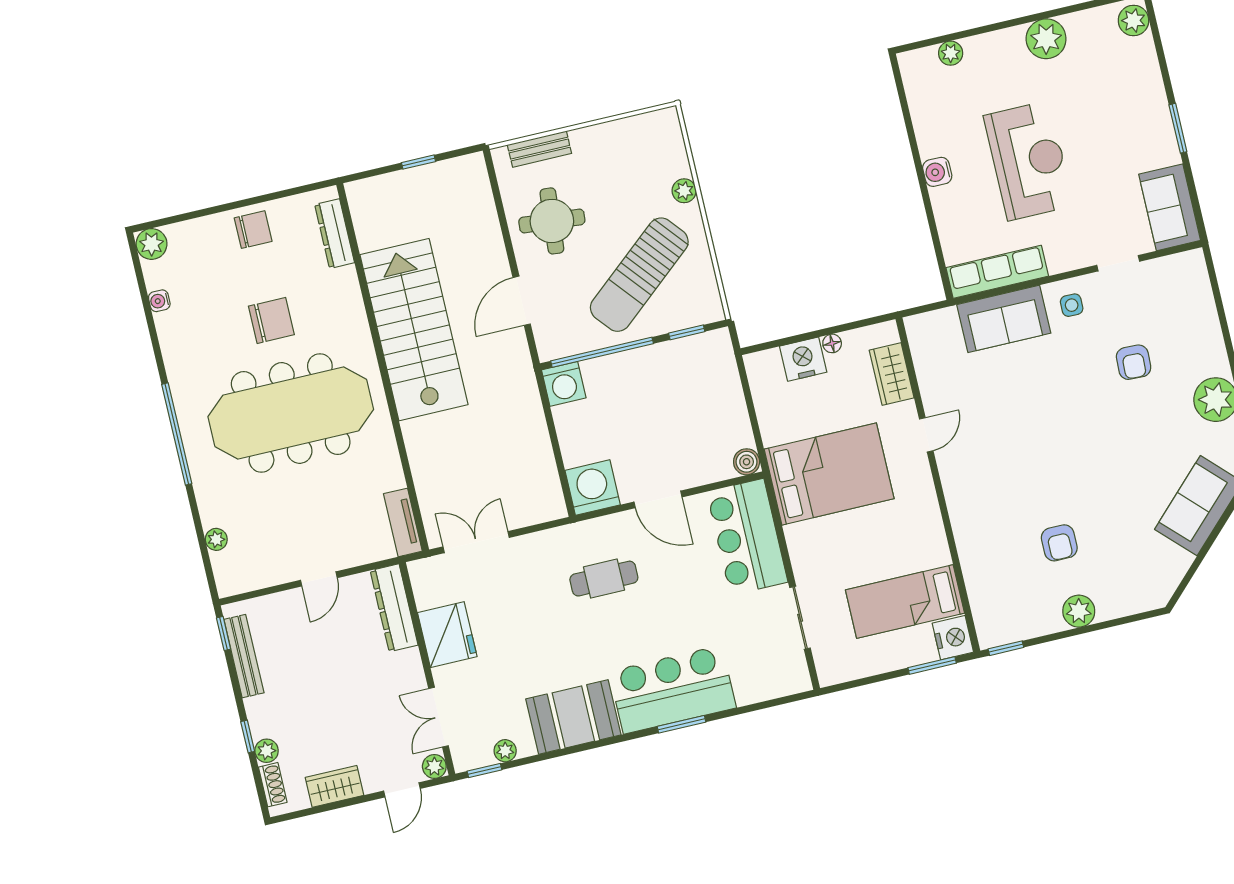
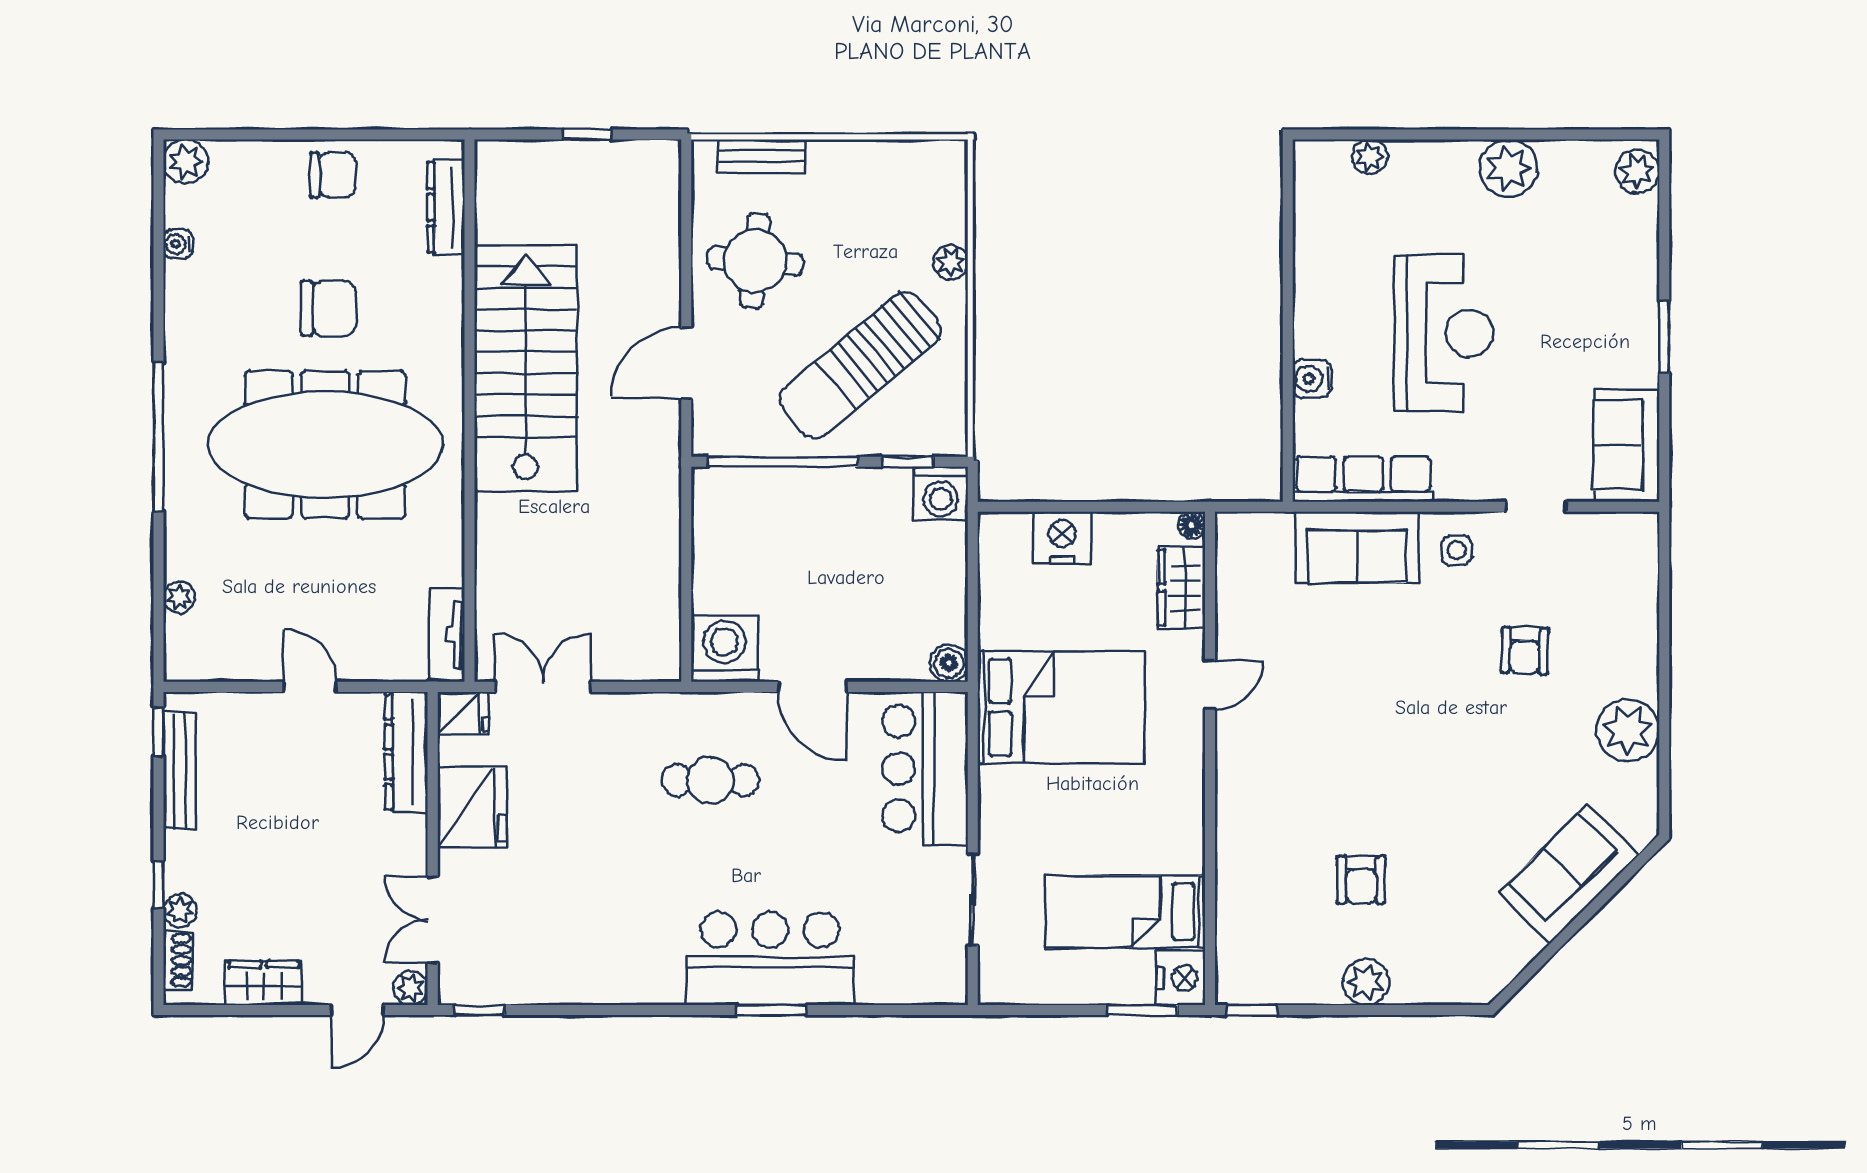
water cooler: (937, 172) -> (1312, 379), moved
floor lamp: (832, 343) -> (1192, 525), moved
washing machine: (564, 384) -> (941, 494), moved
fridge: (426, 573) -> (463, 713), added
door: (319, 579) -> (310, 687), swing flipped
booth: (573, 717) -> (622, 964), removed
plant: (505, 751) -> (515, 989), removed

